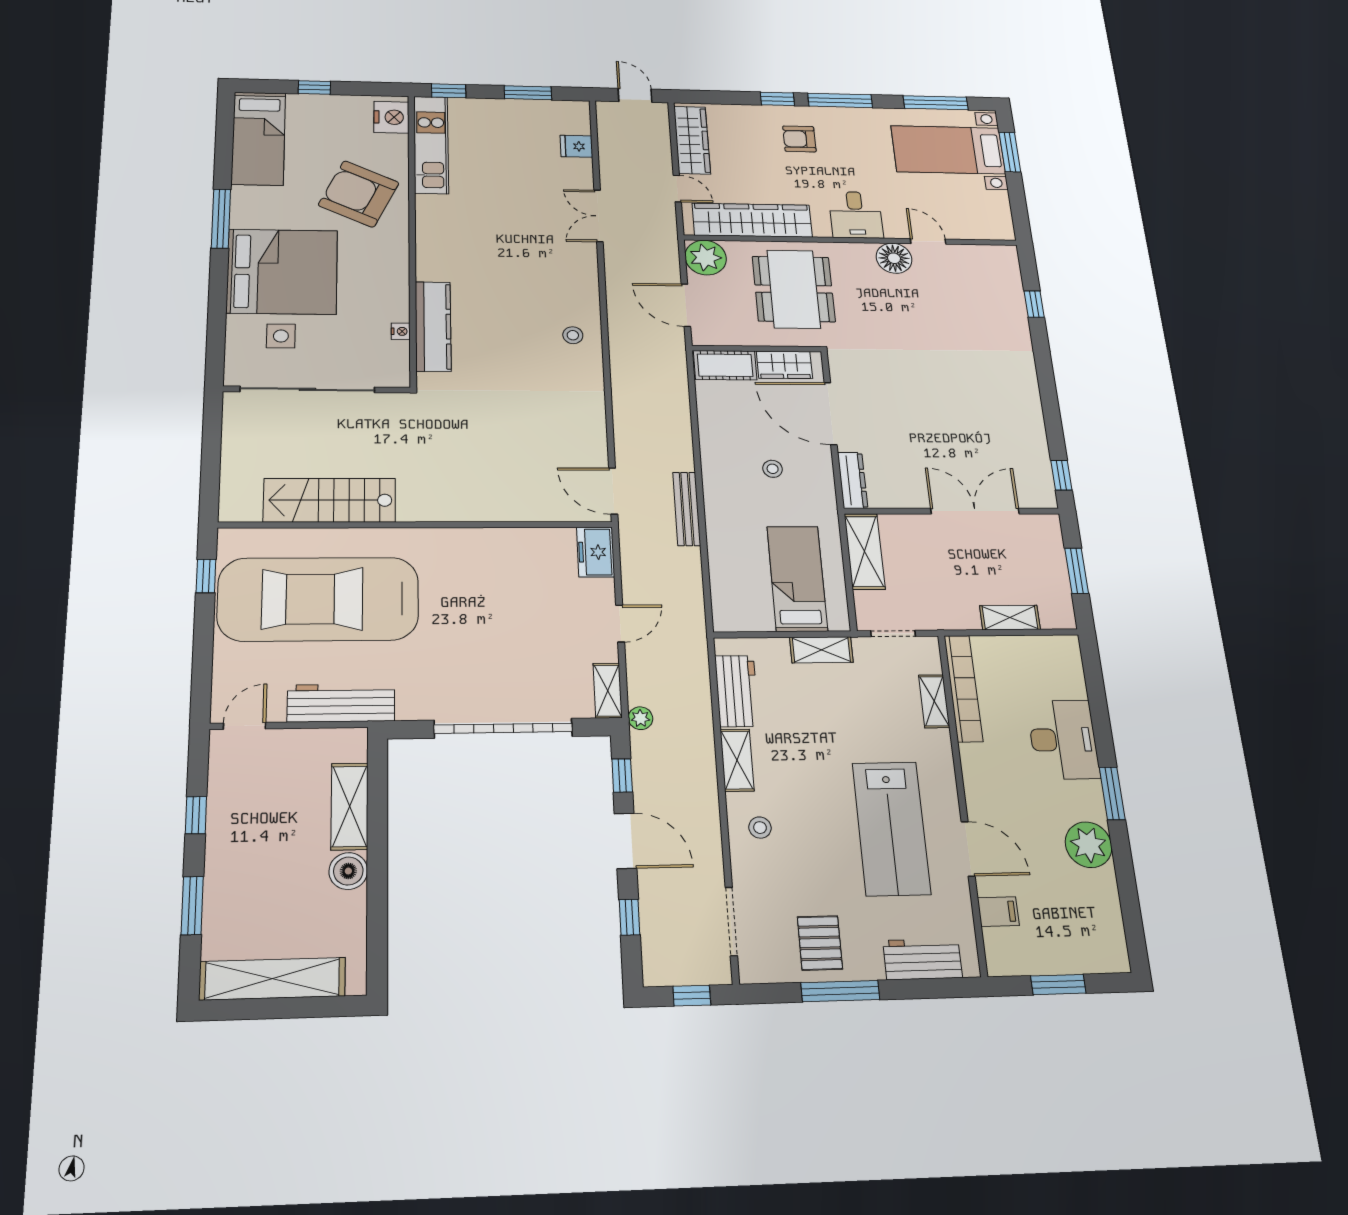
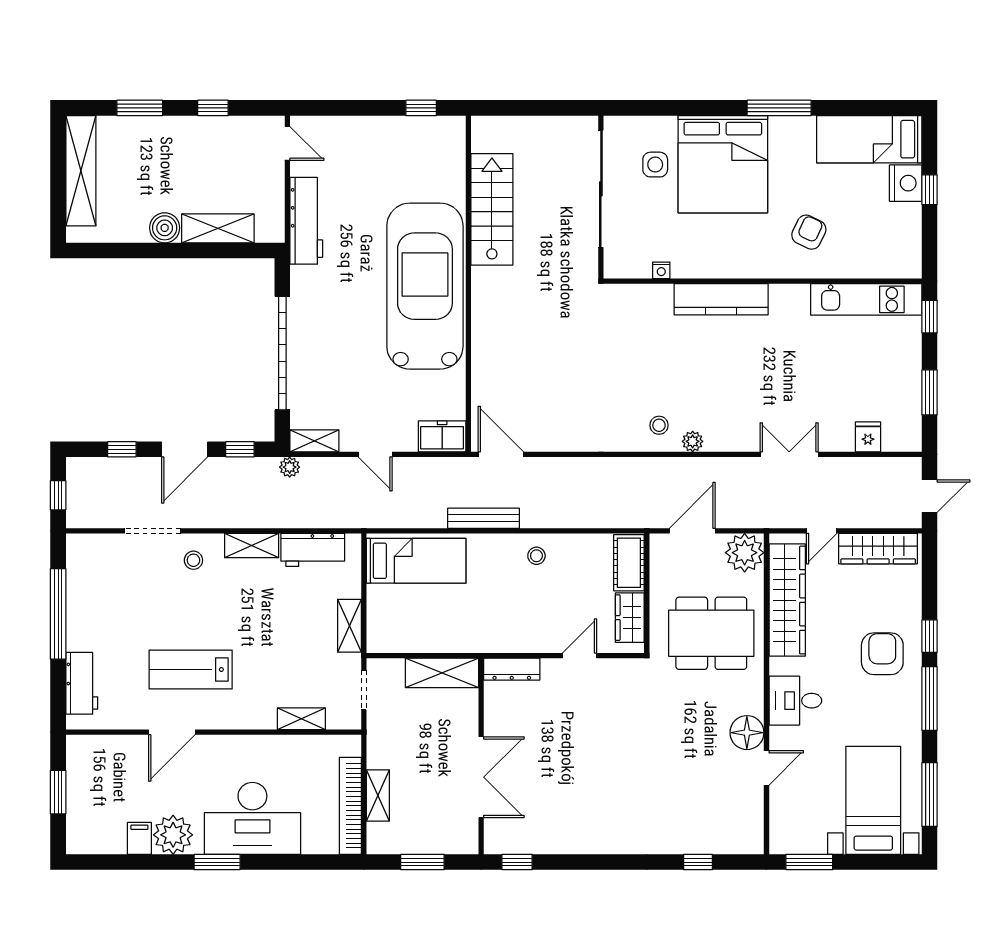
nightstand: (391, 117) -> (906, 183), moved, turned -90
armchair: (799, 139) -> (882, 654), width x1.38, depth x1.38
window: (1010, 152) -> (809, 862), moved
armchair: (359, 194) -> (809, 232), width x0.53, depth x0.53
plant: (589, 304) -> (693, 441), added
kitchen counter: (433, 326) -> (721, 299), moved
door: (831, 413) -> (579, 656), width x0.53
stool: (773, 469) -> (536, 556), moved
door: (613, 491) -> (501, 454), hinge flipped
bed: (797, 578) -> (416, 561), moved
car: (318, 599) -> (425, 286), moved
bookcase: (963, 688) -> (350, 806), moved, turned 90
desk: (1063, 740) -> (252, 818), width x1.36, depth x1.30
lab bench: (891, 828) -> (191, 670), width x0.73, depth x0.72
filing cabinet: (998, 912) -> (139, 838), moved, turned 180
doorway: (731, 921) -> (153, 531), moved
pallet: (820, 943) -> (97, 601), removed
window: (840, 991) -> (58, 614), width x1.46

